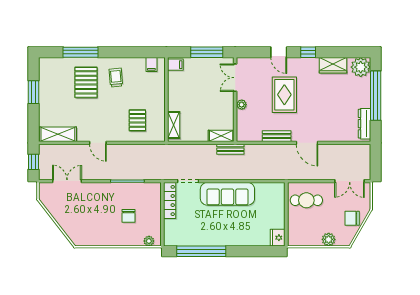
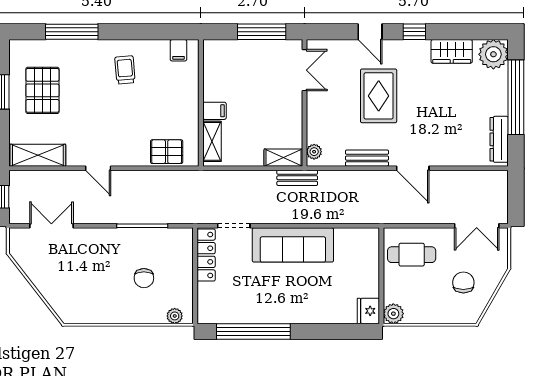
filing cabinet: (175, 65) -> (214, 111), moved
double door: (235, 78) -> (305, 70), swing flipped
pallet: (86, 82) -> (42, 90), moved
plant: (242, 105) -> (314, 152), moved
pallet: (137, 120) -> (167, 152), moved, turned 90
chair: (352, 218) -> (463, 283), moved, turned 90
plant: (329, 239) -> (393, 314), moved

